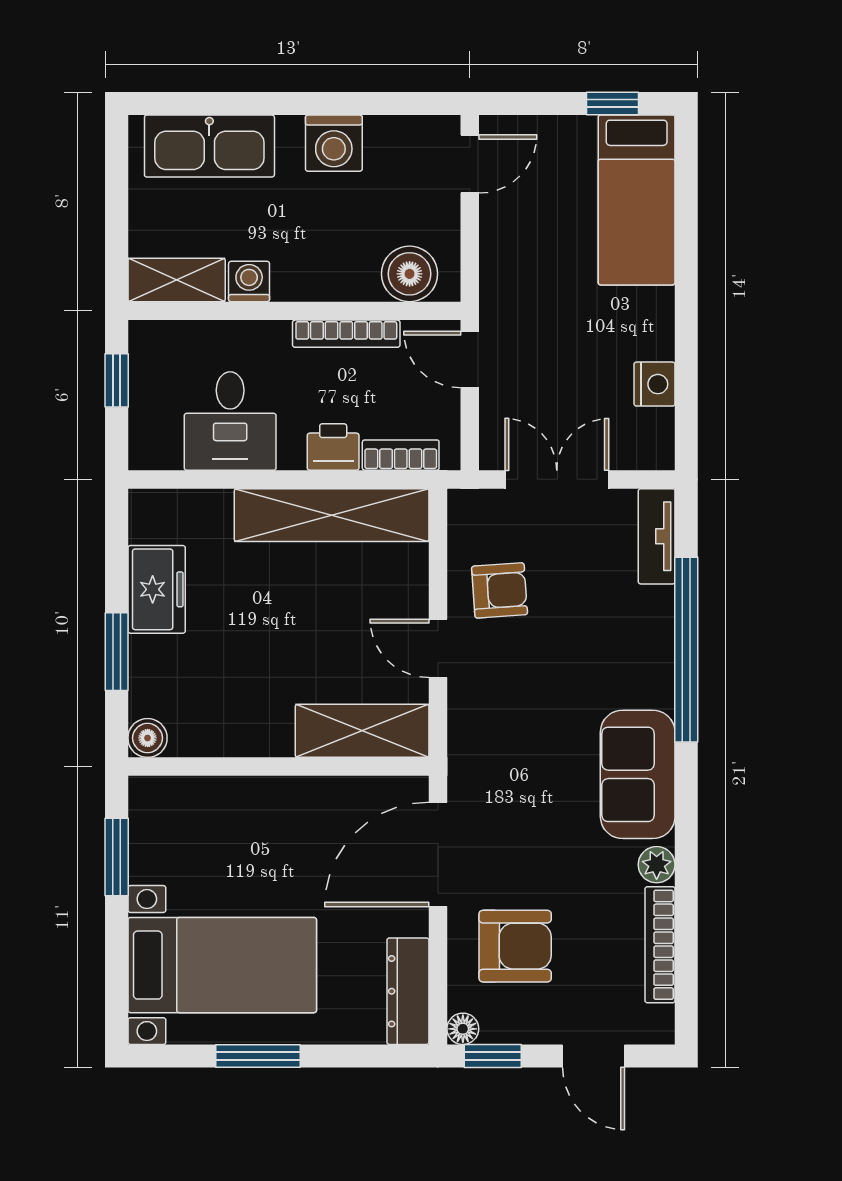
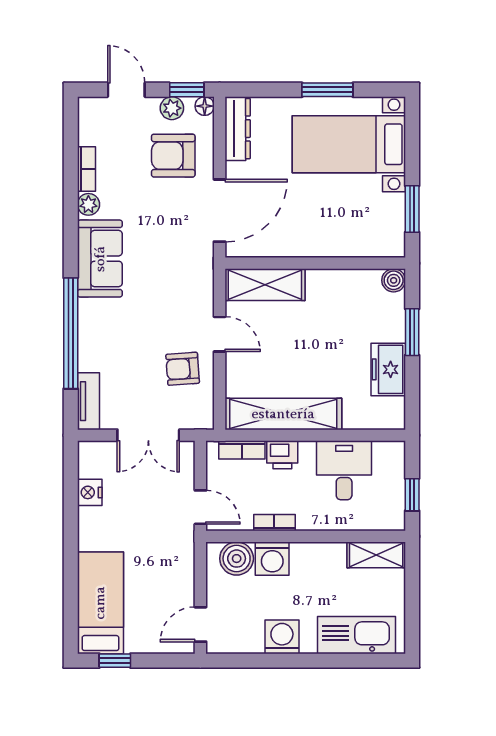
washing machine: (249, 281) -> (272, 559), moved, width x1.38, depth x1.38
bookcase: (346, 334) -> (274, 523), width x0.64
bookcase: (660, 945) -> (86, 169), width x0.64
plant: (517, 1025) -> (172, 108), added

